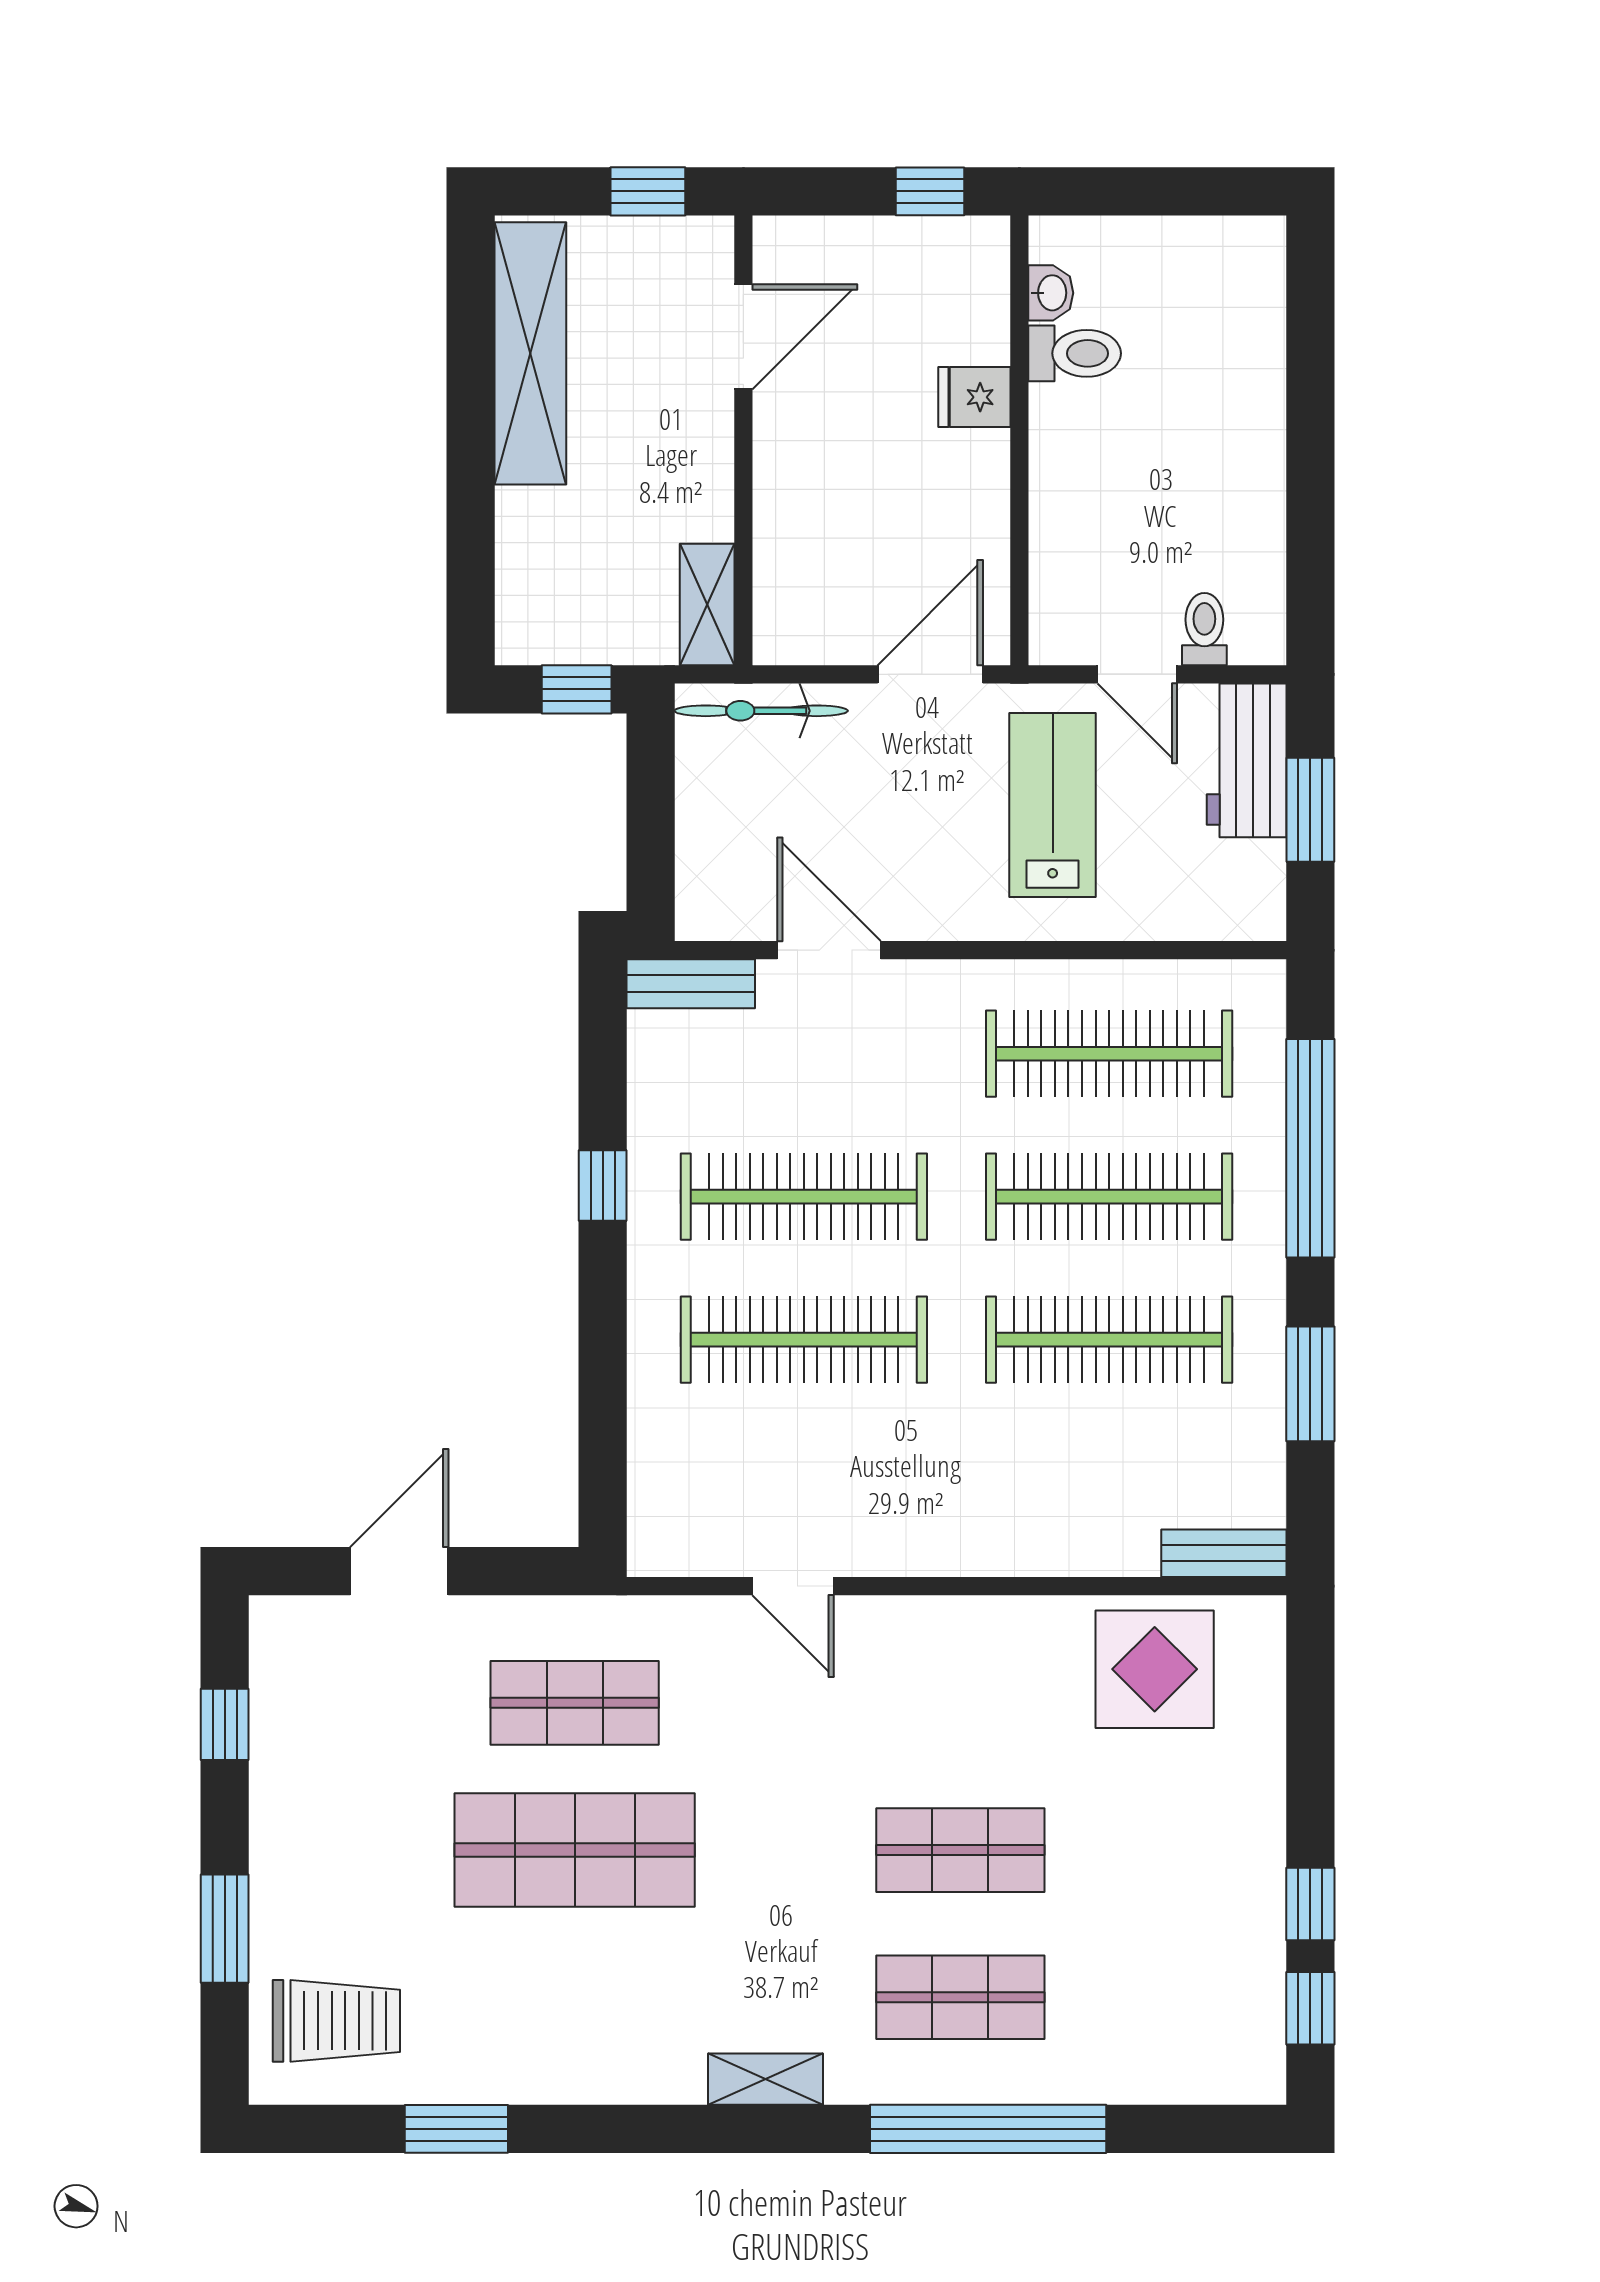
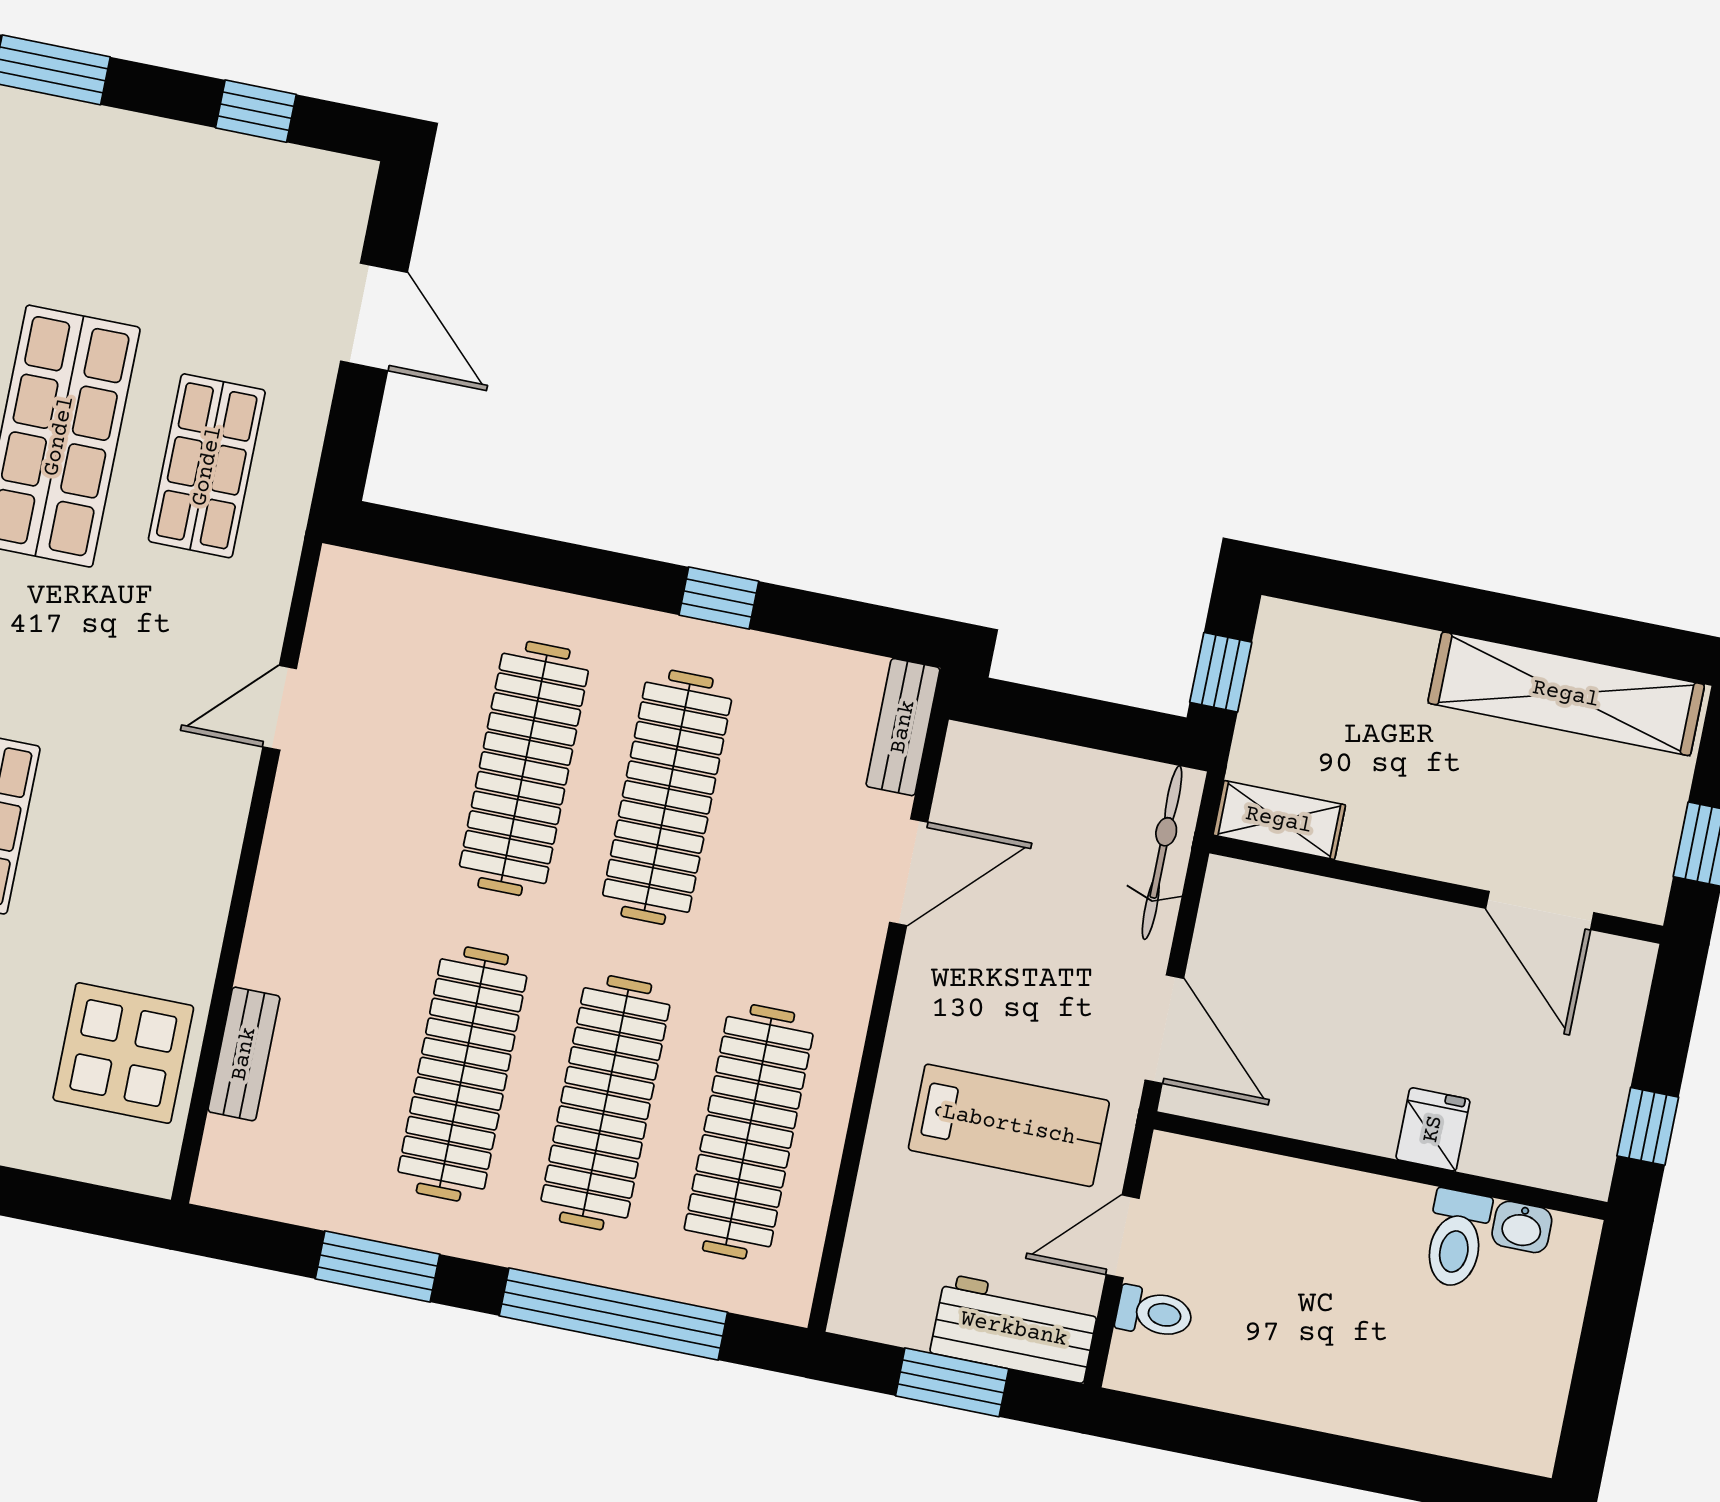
bench: (1224, 1553) -> (244, 1054), moved

